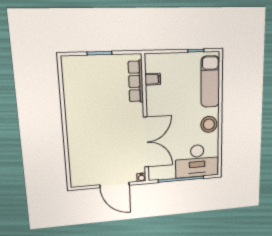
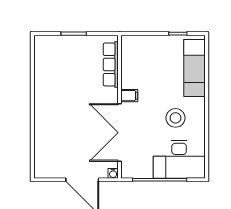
filing cabinet: (153, 79) -> (129, 96), moved
stool: (209, 124) -> (176, 118), moved
double door: (146, 142) -> (120, 133), swing flipped

